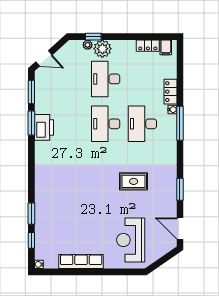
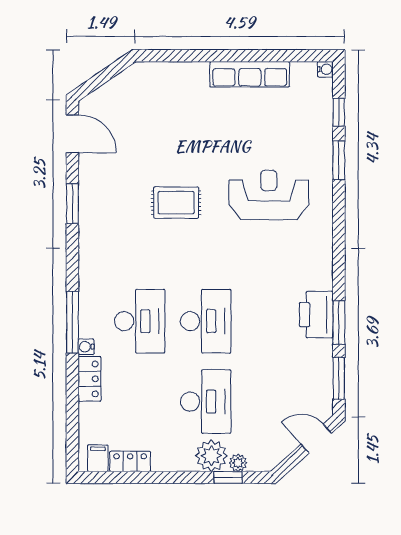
rug: (134, 181) -> (176, 203), moved
reception desk: (131, 240) -> (269, 195), moved, turned -90

